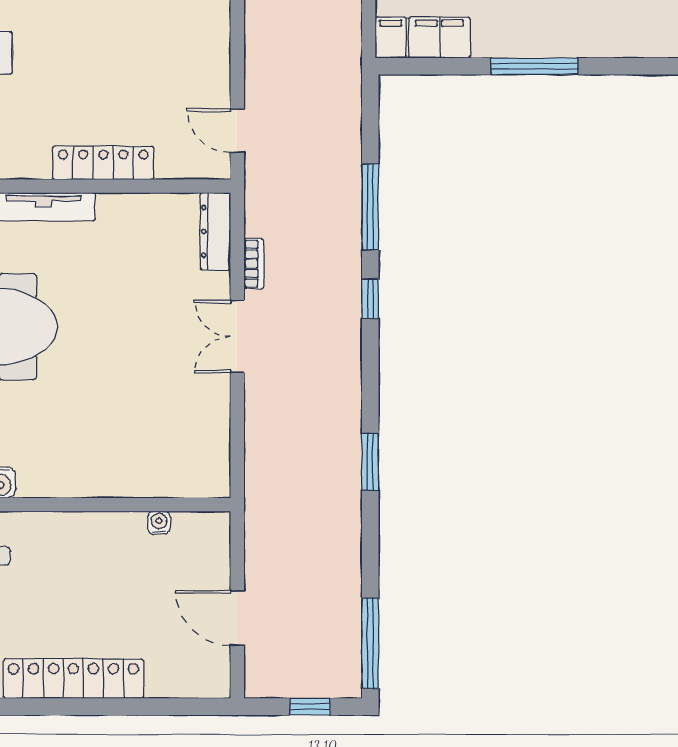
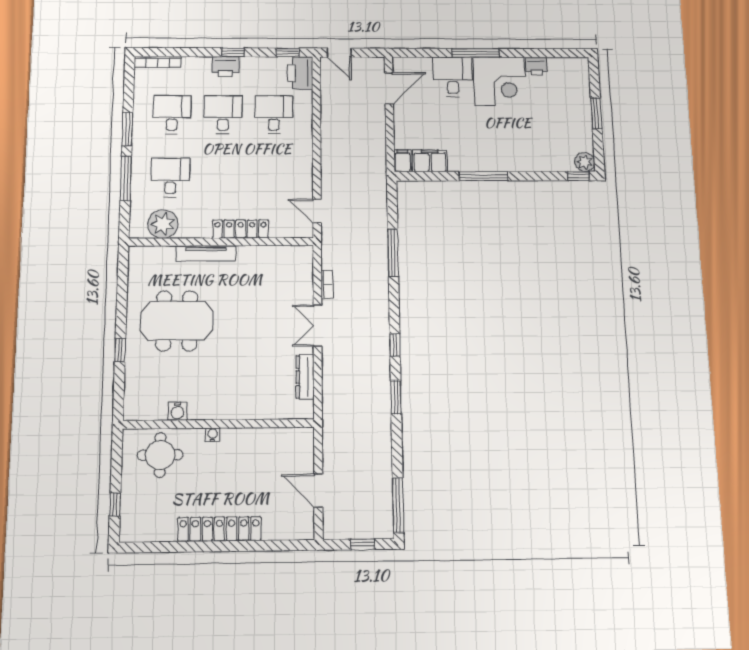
dresser: (216, 231) -> (305, 377), moved
window: (370, 299) -> (395, 345), moved
water cooler: (159, 523) -> (213, 435), moved

